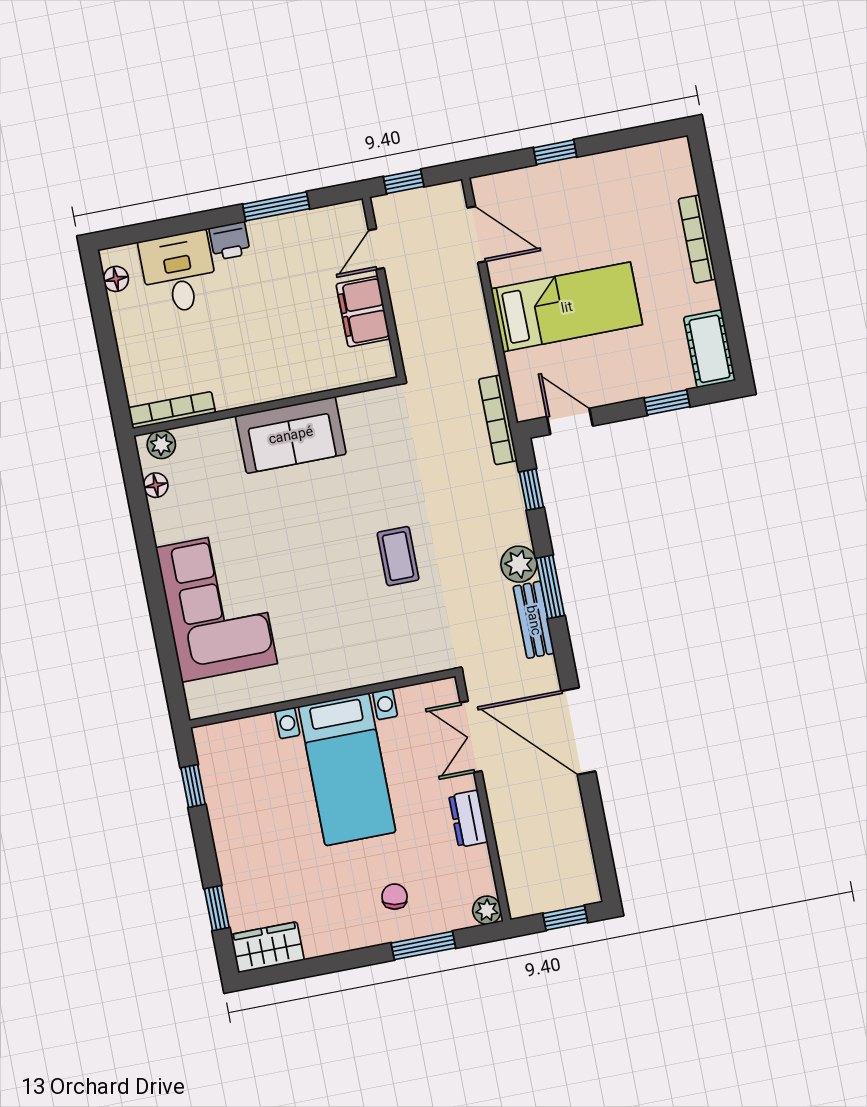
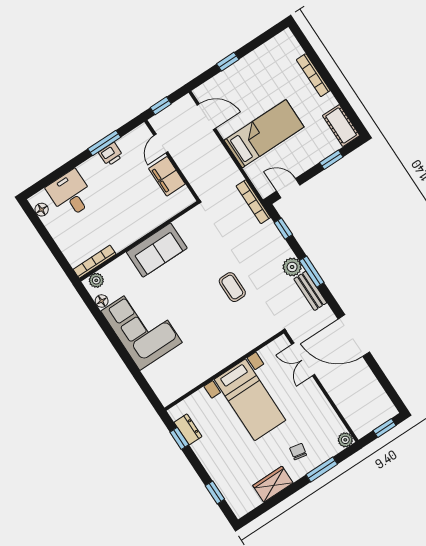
printer: (230, 241) -> (111, 154), moved
corner sofa: (216, 606) -> (141, 327), moved
dresser: (468, 819) -> (188, 429), moved, turned 180
wardrobe: (267, 947) -> (273, 484), moved

